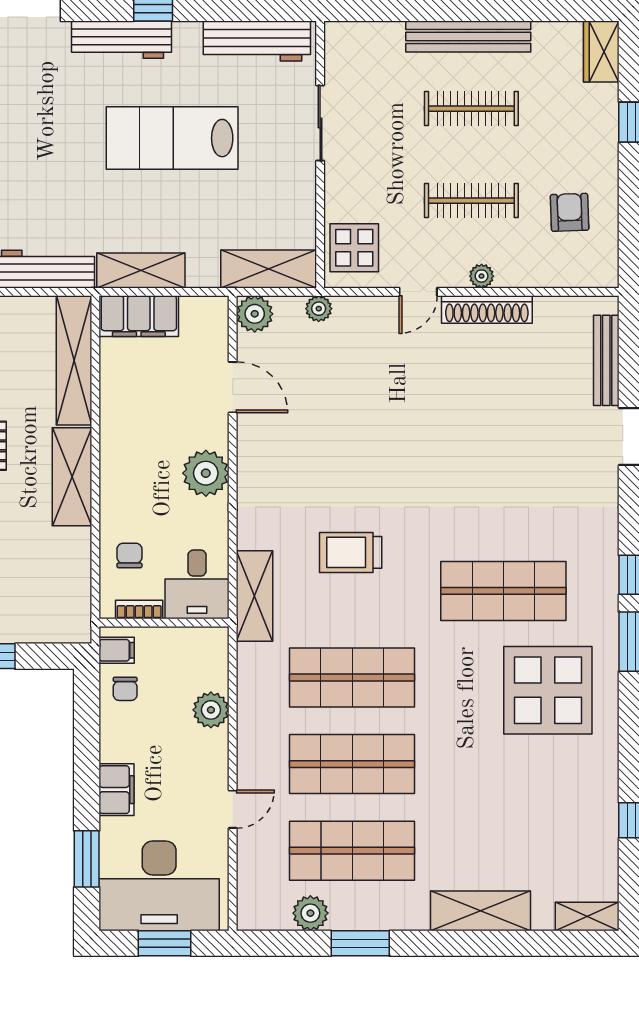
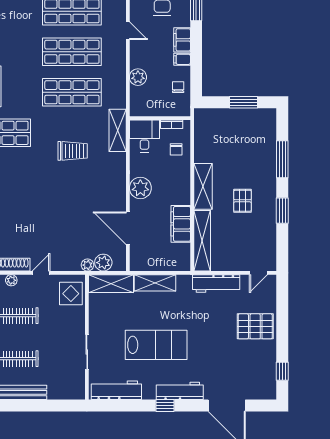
shelving: (141, 270) -> (155, 283), moved
plant: (255, 314) -> (103, 263), moved
filing cabinet: (139, 316) -> (181, 224), moved, turned -90
door: (233, 387) -> (128, 228), width x1.36
filing cabinet: (117, 650) -> (182, 59), moved
door: (233, 809) -> (128, 31), swing flipped

